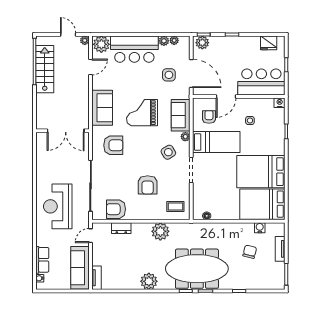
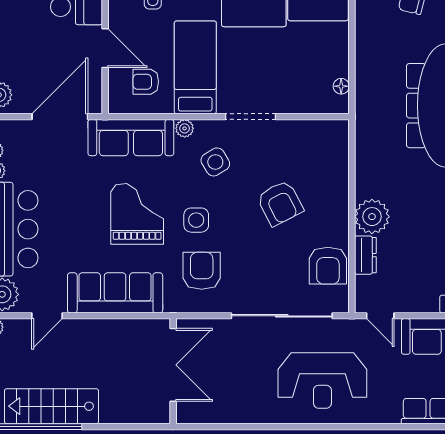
door: (91, 67) -> (47, 316), swing flipped
side table: (169, 75) -> (196, 220), moved
sofa: (102, 108) -> (115, 293), width x1.36
grand piano: (142, 113) -> (137, 214), turned 180
sofa: (181, 115) -> (131, 138), width x1.36
armchair: (148, 185) -> (280, 203), turned 63
coffee table: (175, 207) -> (323, 148), removed
plant: (160, 231) -> (372, 217), moved

